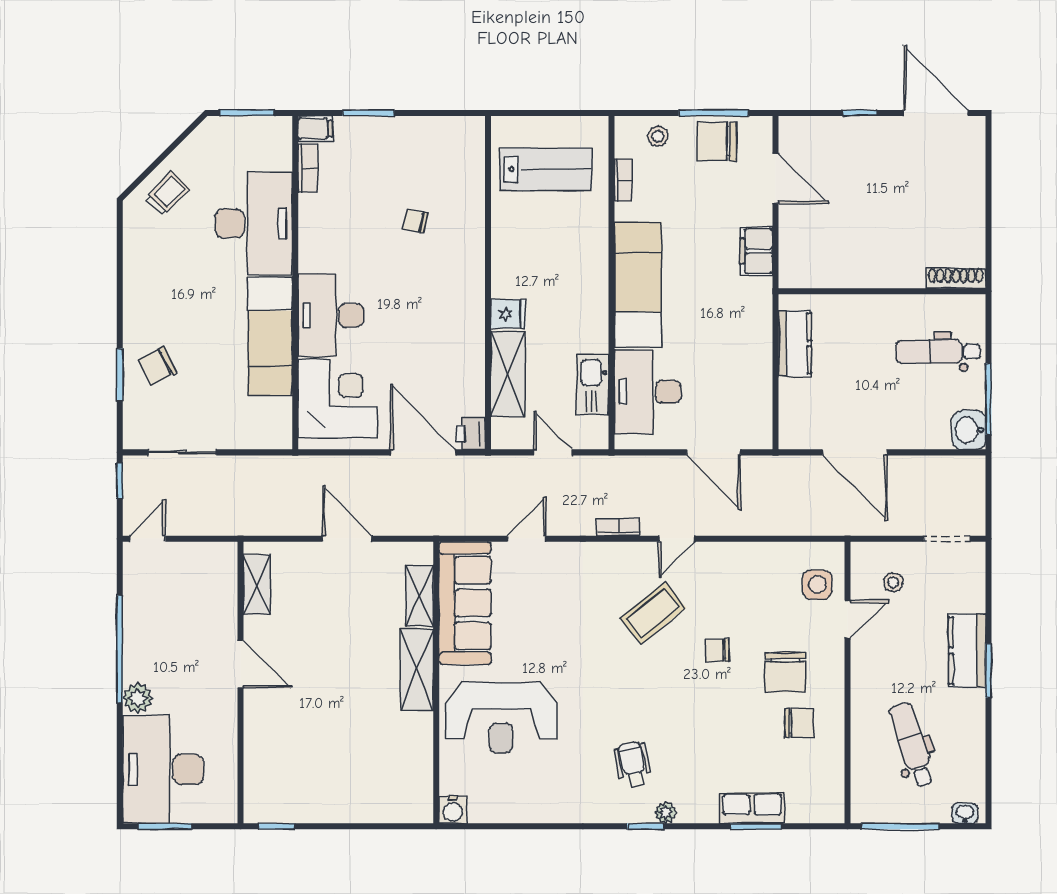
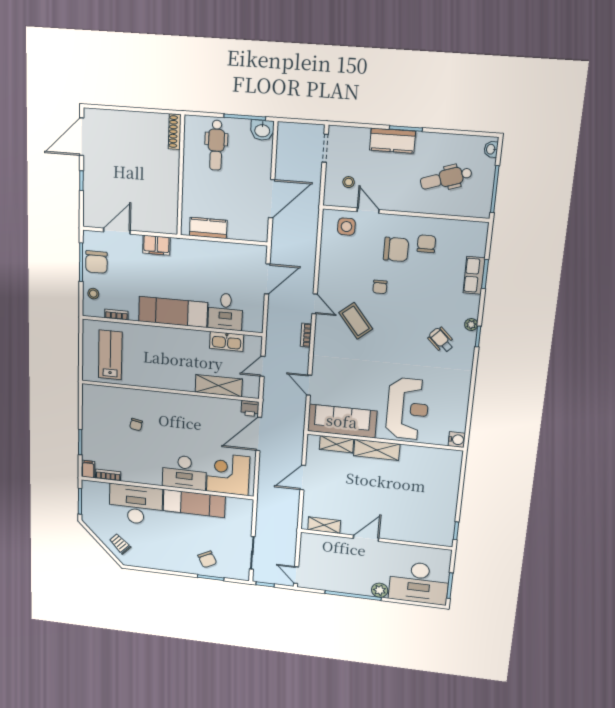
fridge: (508, 314) -> (187, 382), removed
desk: (648, 392) -> (225, 312), width x0.73
wheelchair: (633, 764) -> (441, 340), turned 56

